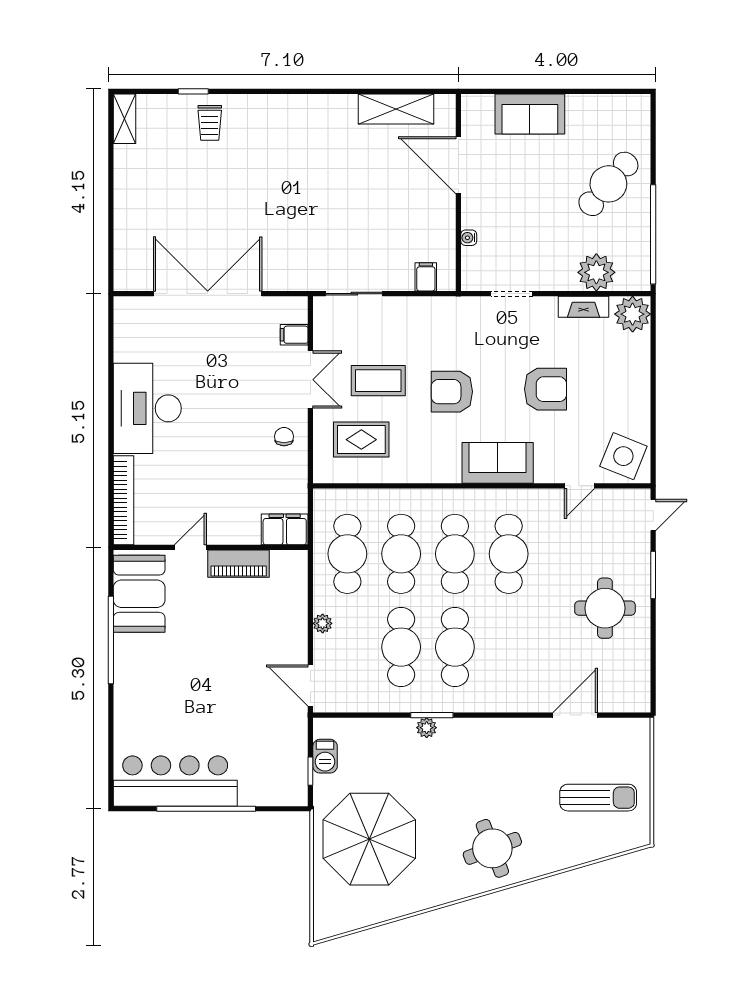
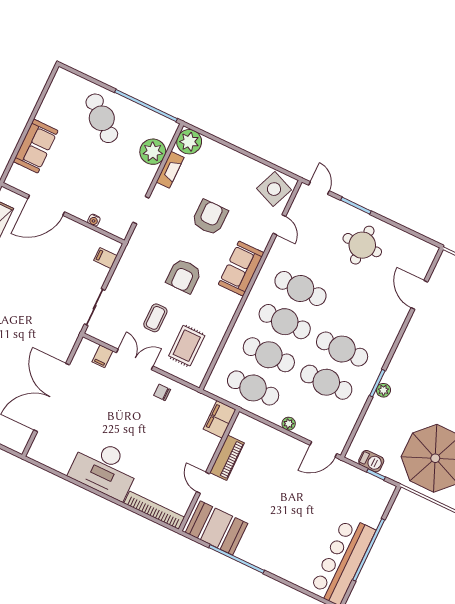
coffee table: (378, 381) -> (155, 318), width x0.73, depth x0.77

